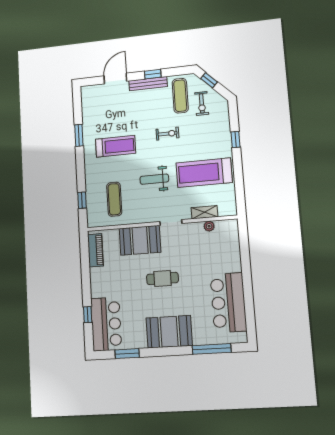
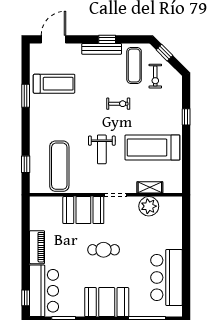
door: (115, 78) -> (53, 39), moved
treadmill: (116, 146) -> (54, 84), moved
weight bench: (154, 179) -> (102, 149), turned -90
exercise mat: (114, 199) -> (59, 166), width x1.36, depth x1.45
plant: (209, 226) -> (149, 206), width x1.88, depth x1.88
piano: (95, 250) -> (37, 247), moved
window: (88, 315) -> (26, 298), moved

